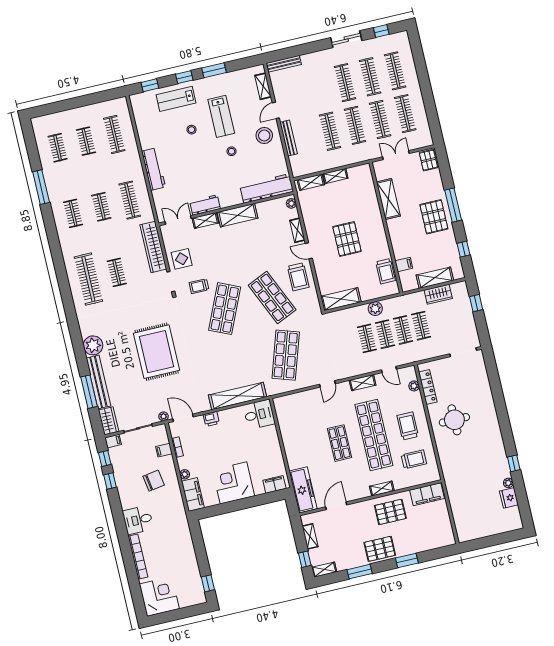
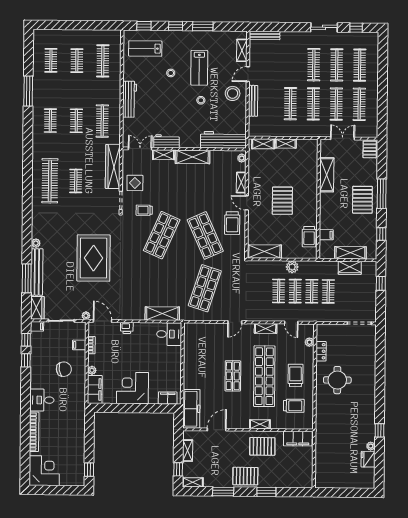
lab bench: (176, 99) -> (145, 49), moved
plant: (93, 345) -> (36, 243), width x0.53, depth x0.53
locker: (428, 387) -> (321, 351), width x0.66
shelving: (238, 396) -> (162, 314), width x0.68

